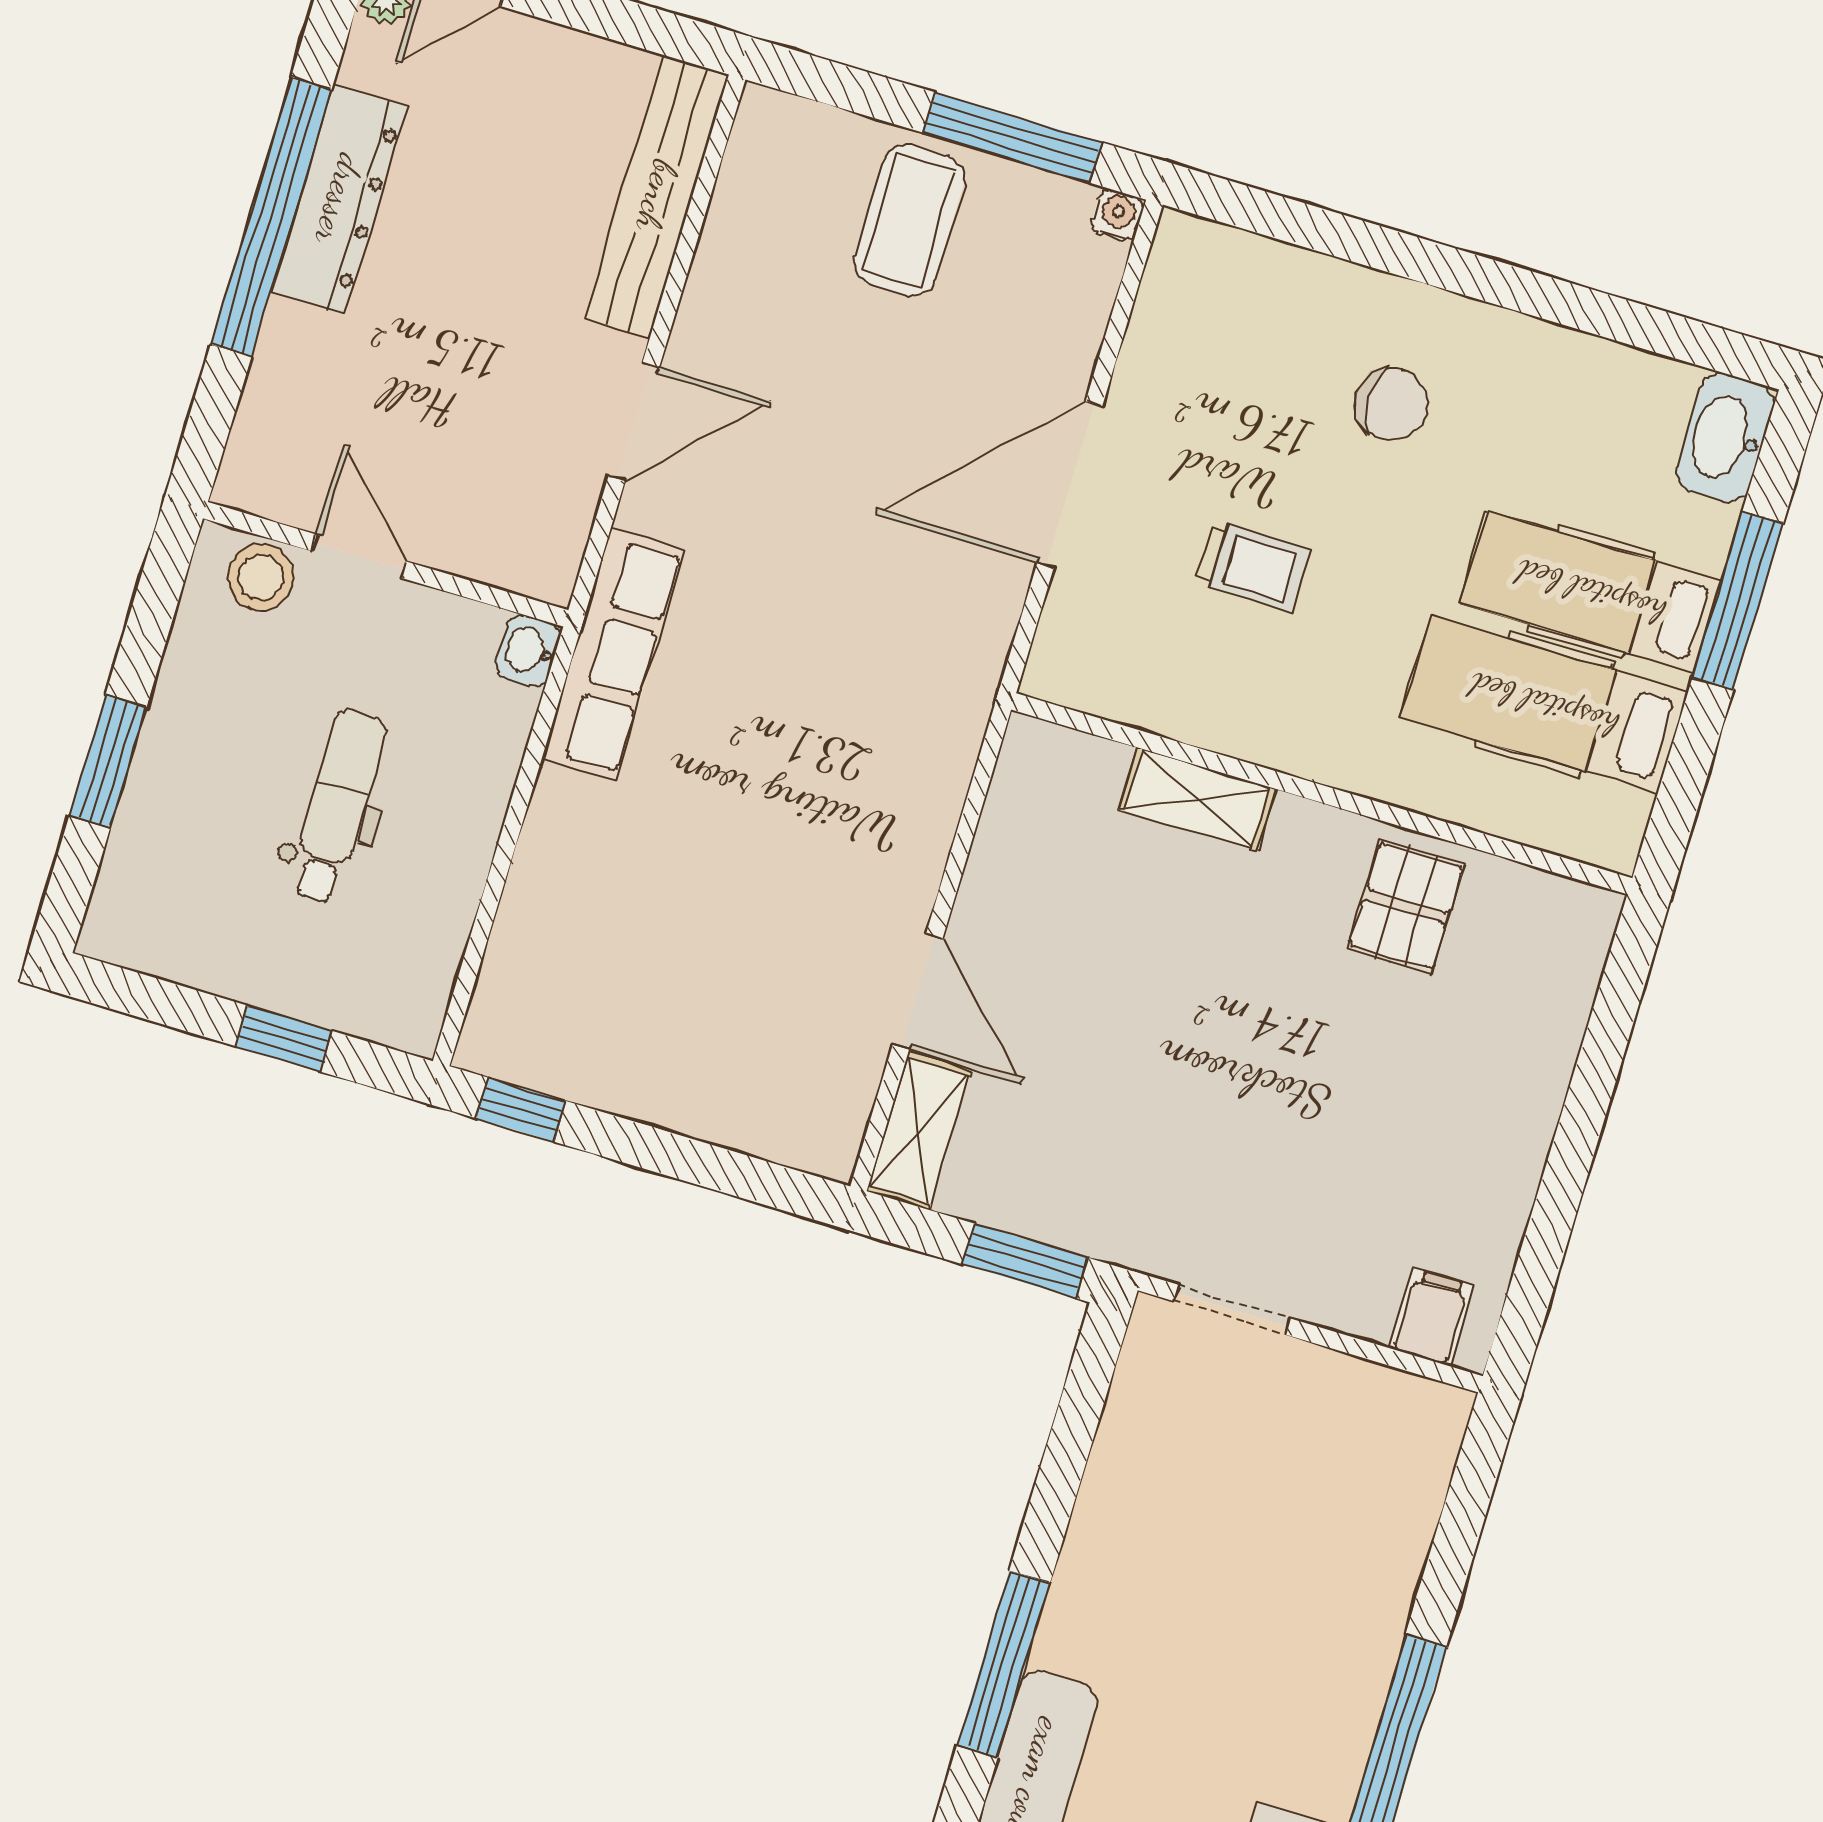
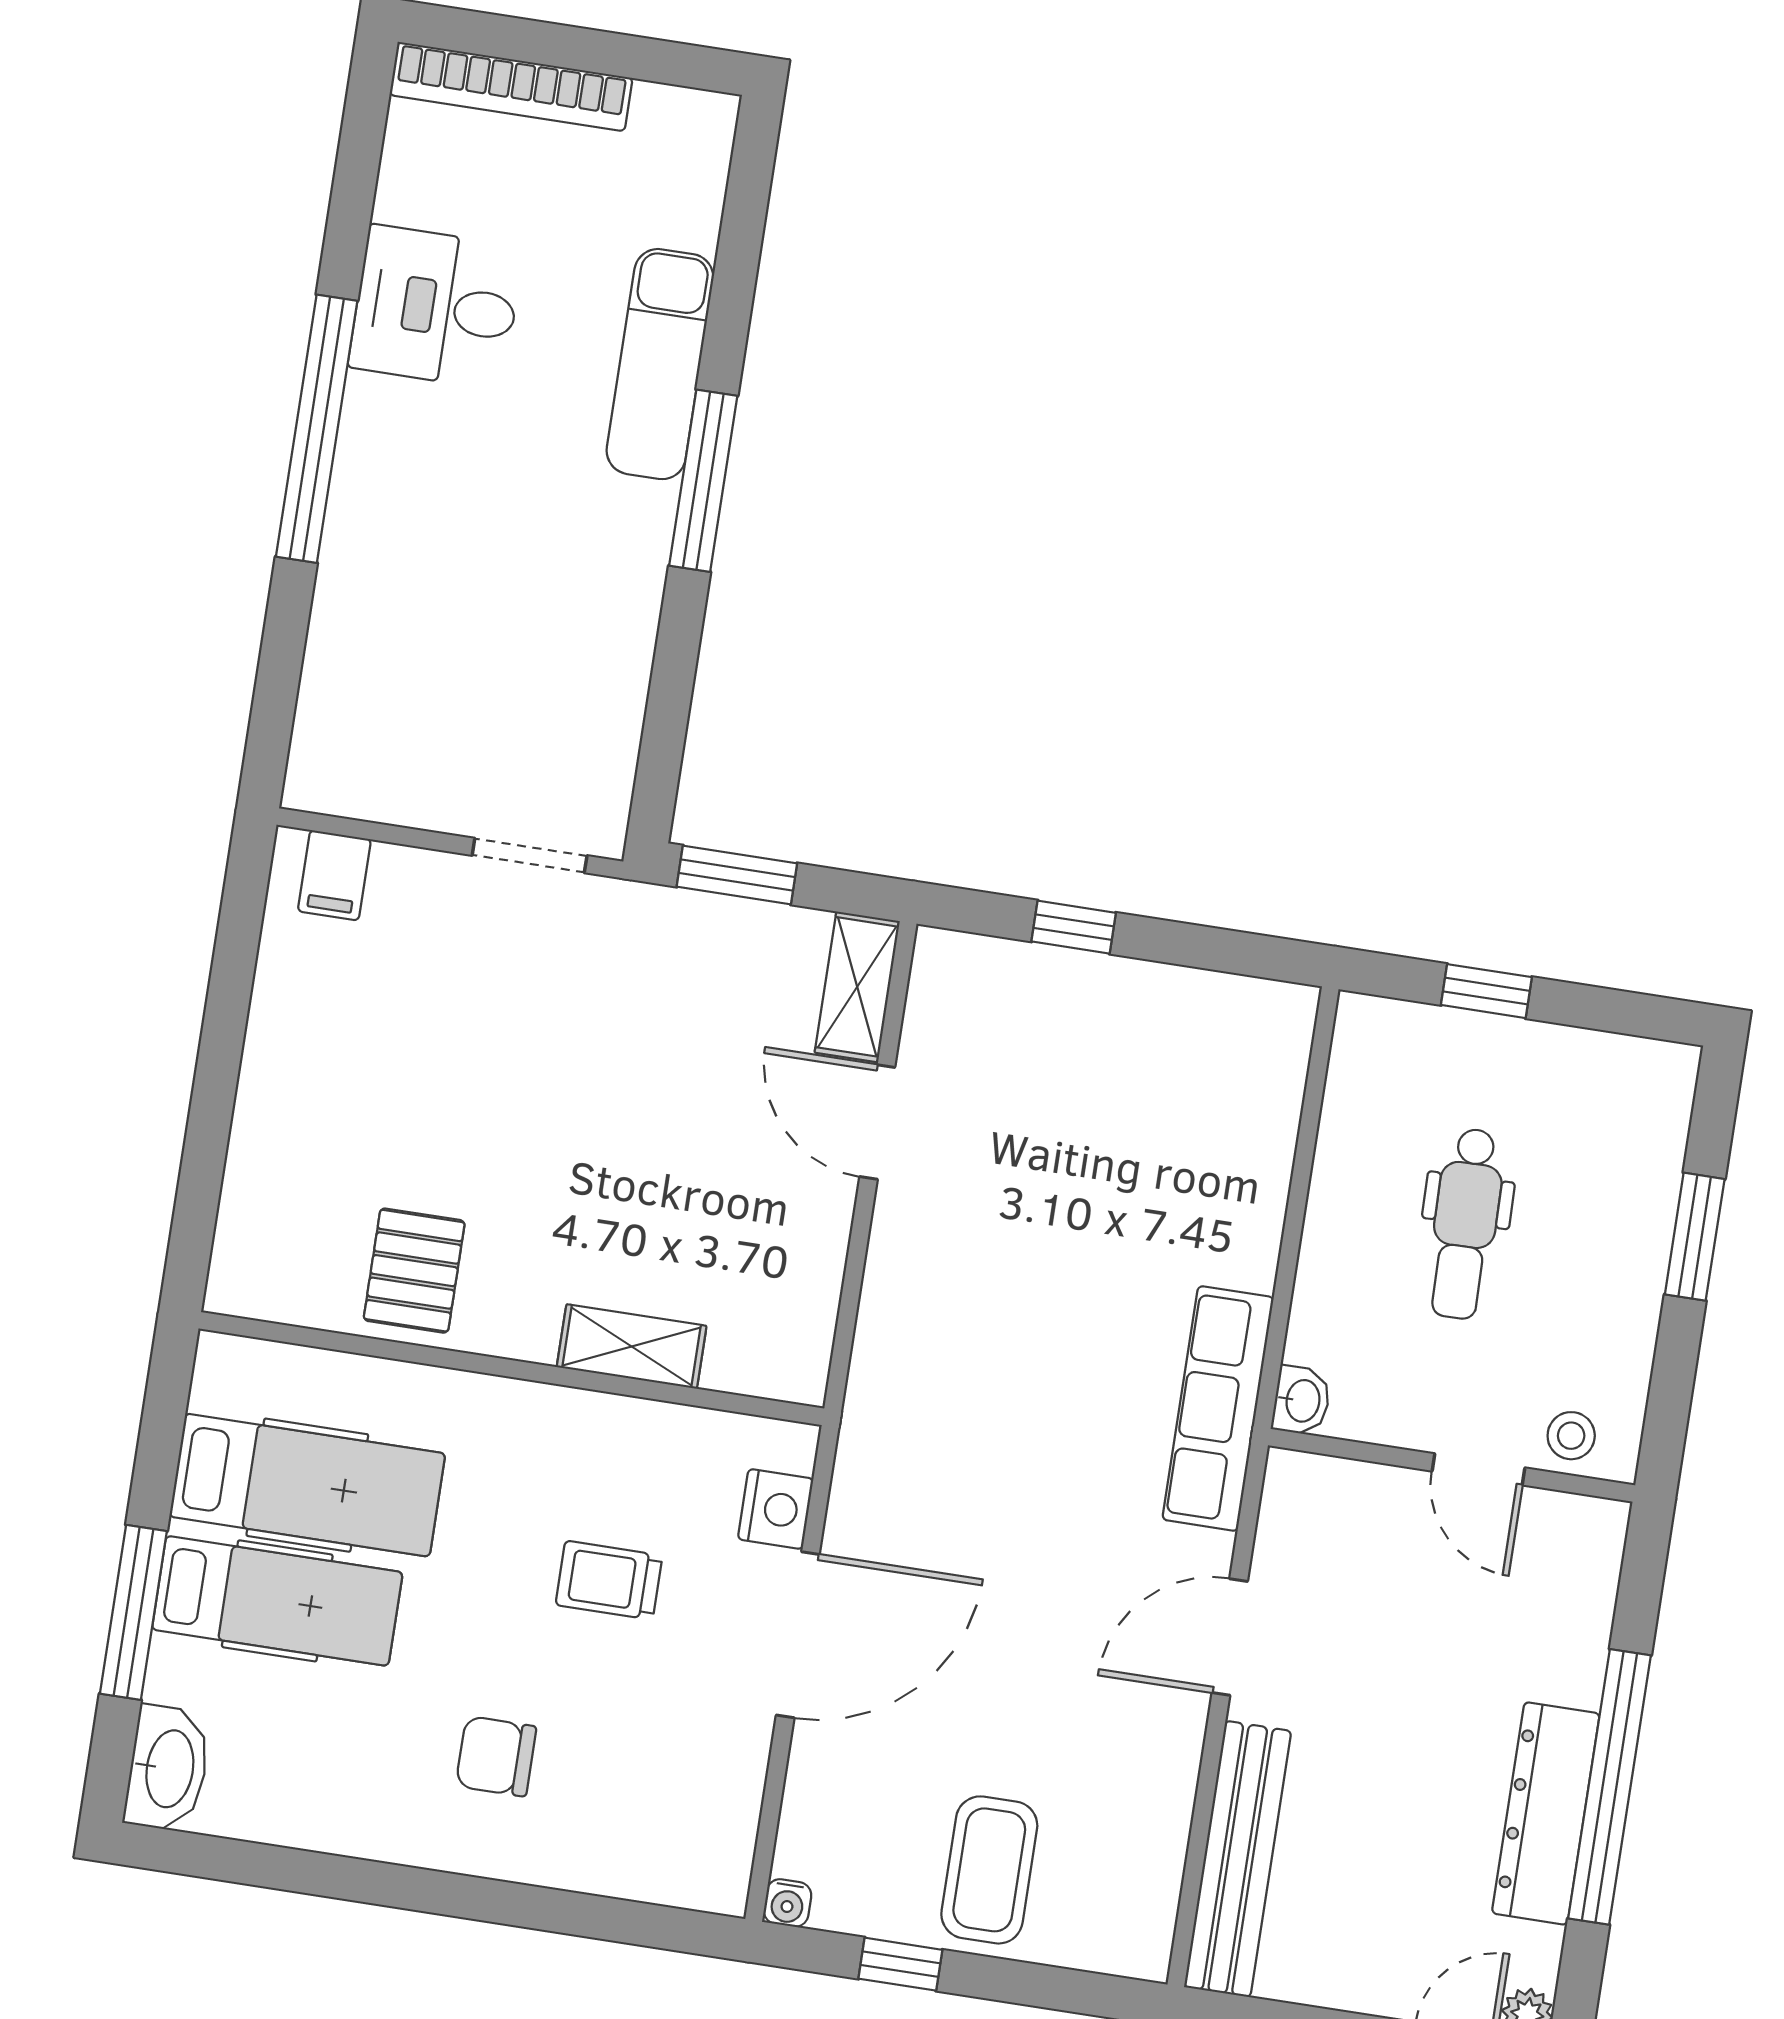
window: (1012, 137) -> (900, 1964), width x0.46
stool: (261, 577) -> (1571, 1436), width x0.73, depth x0.73
nightstand: (1075, 615) -> (776, 1509), added
window: (521, 1110) -> (1074, 927), moved

